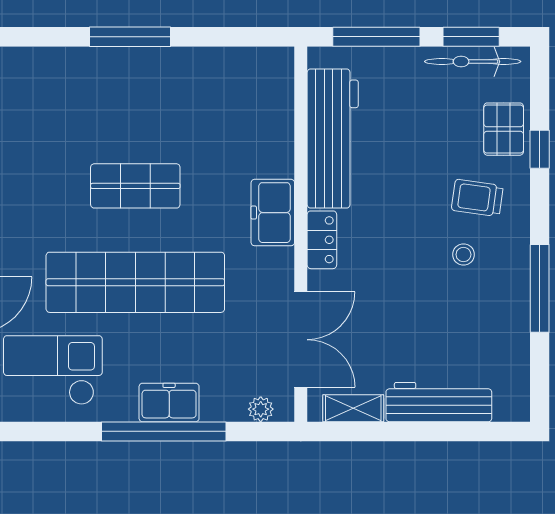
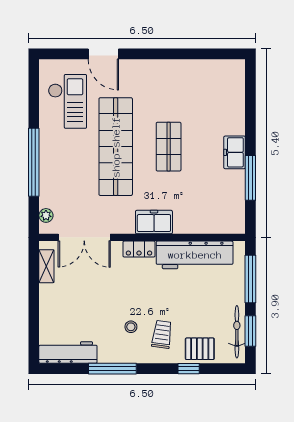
window: (130, 37) -> (250, 178), moved
freezer: (169, 402) -> (235, 152), moved, turned 180
workbench: (439, 402) -> (68, 352), moved, turned -90

